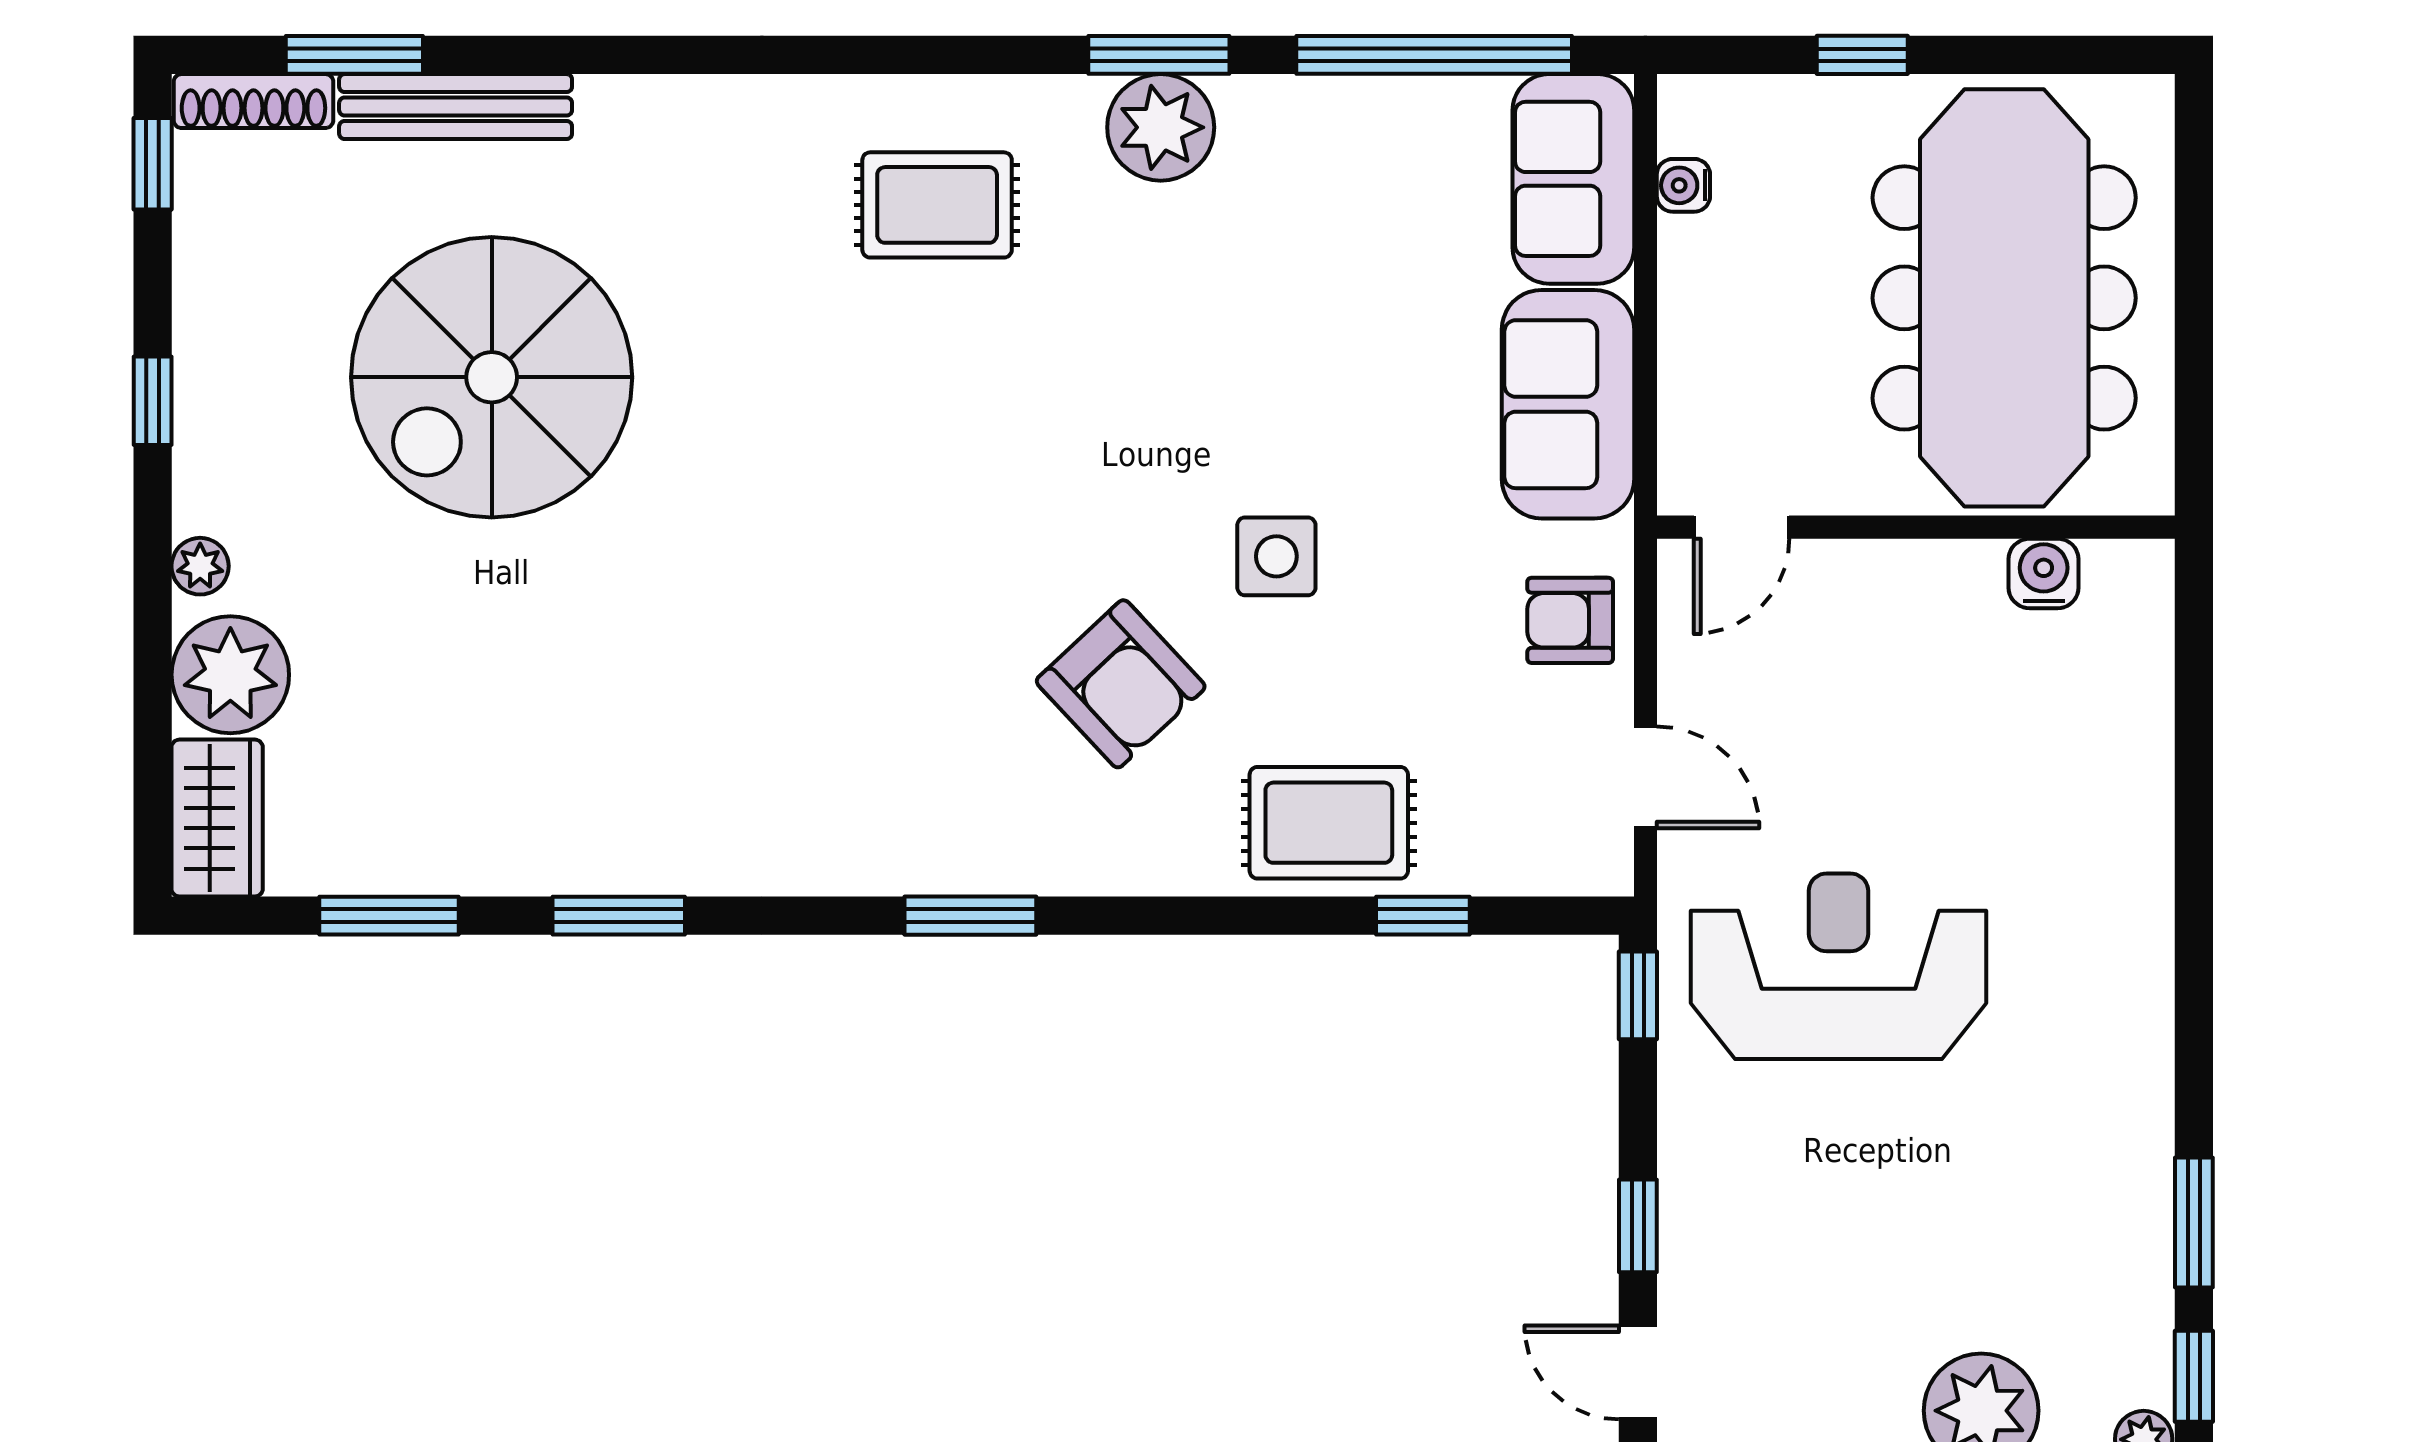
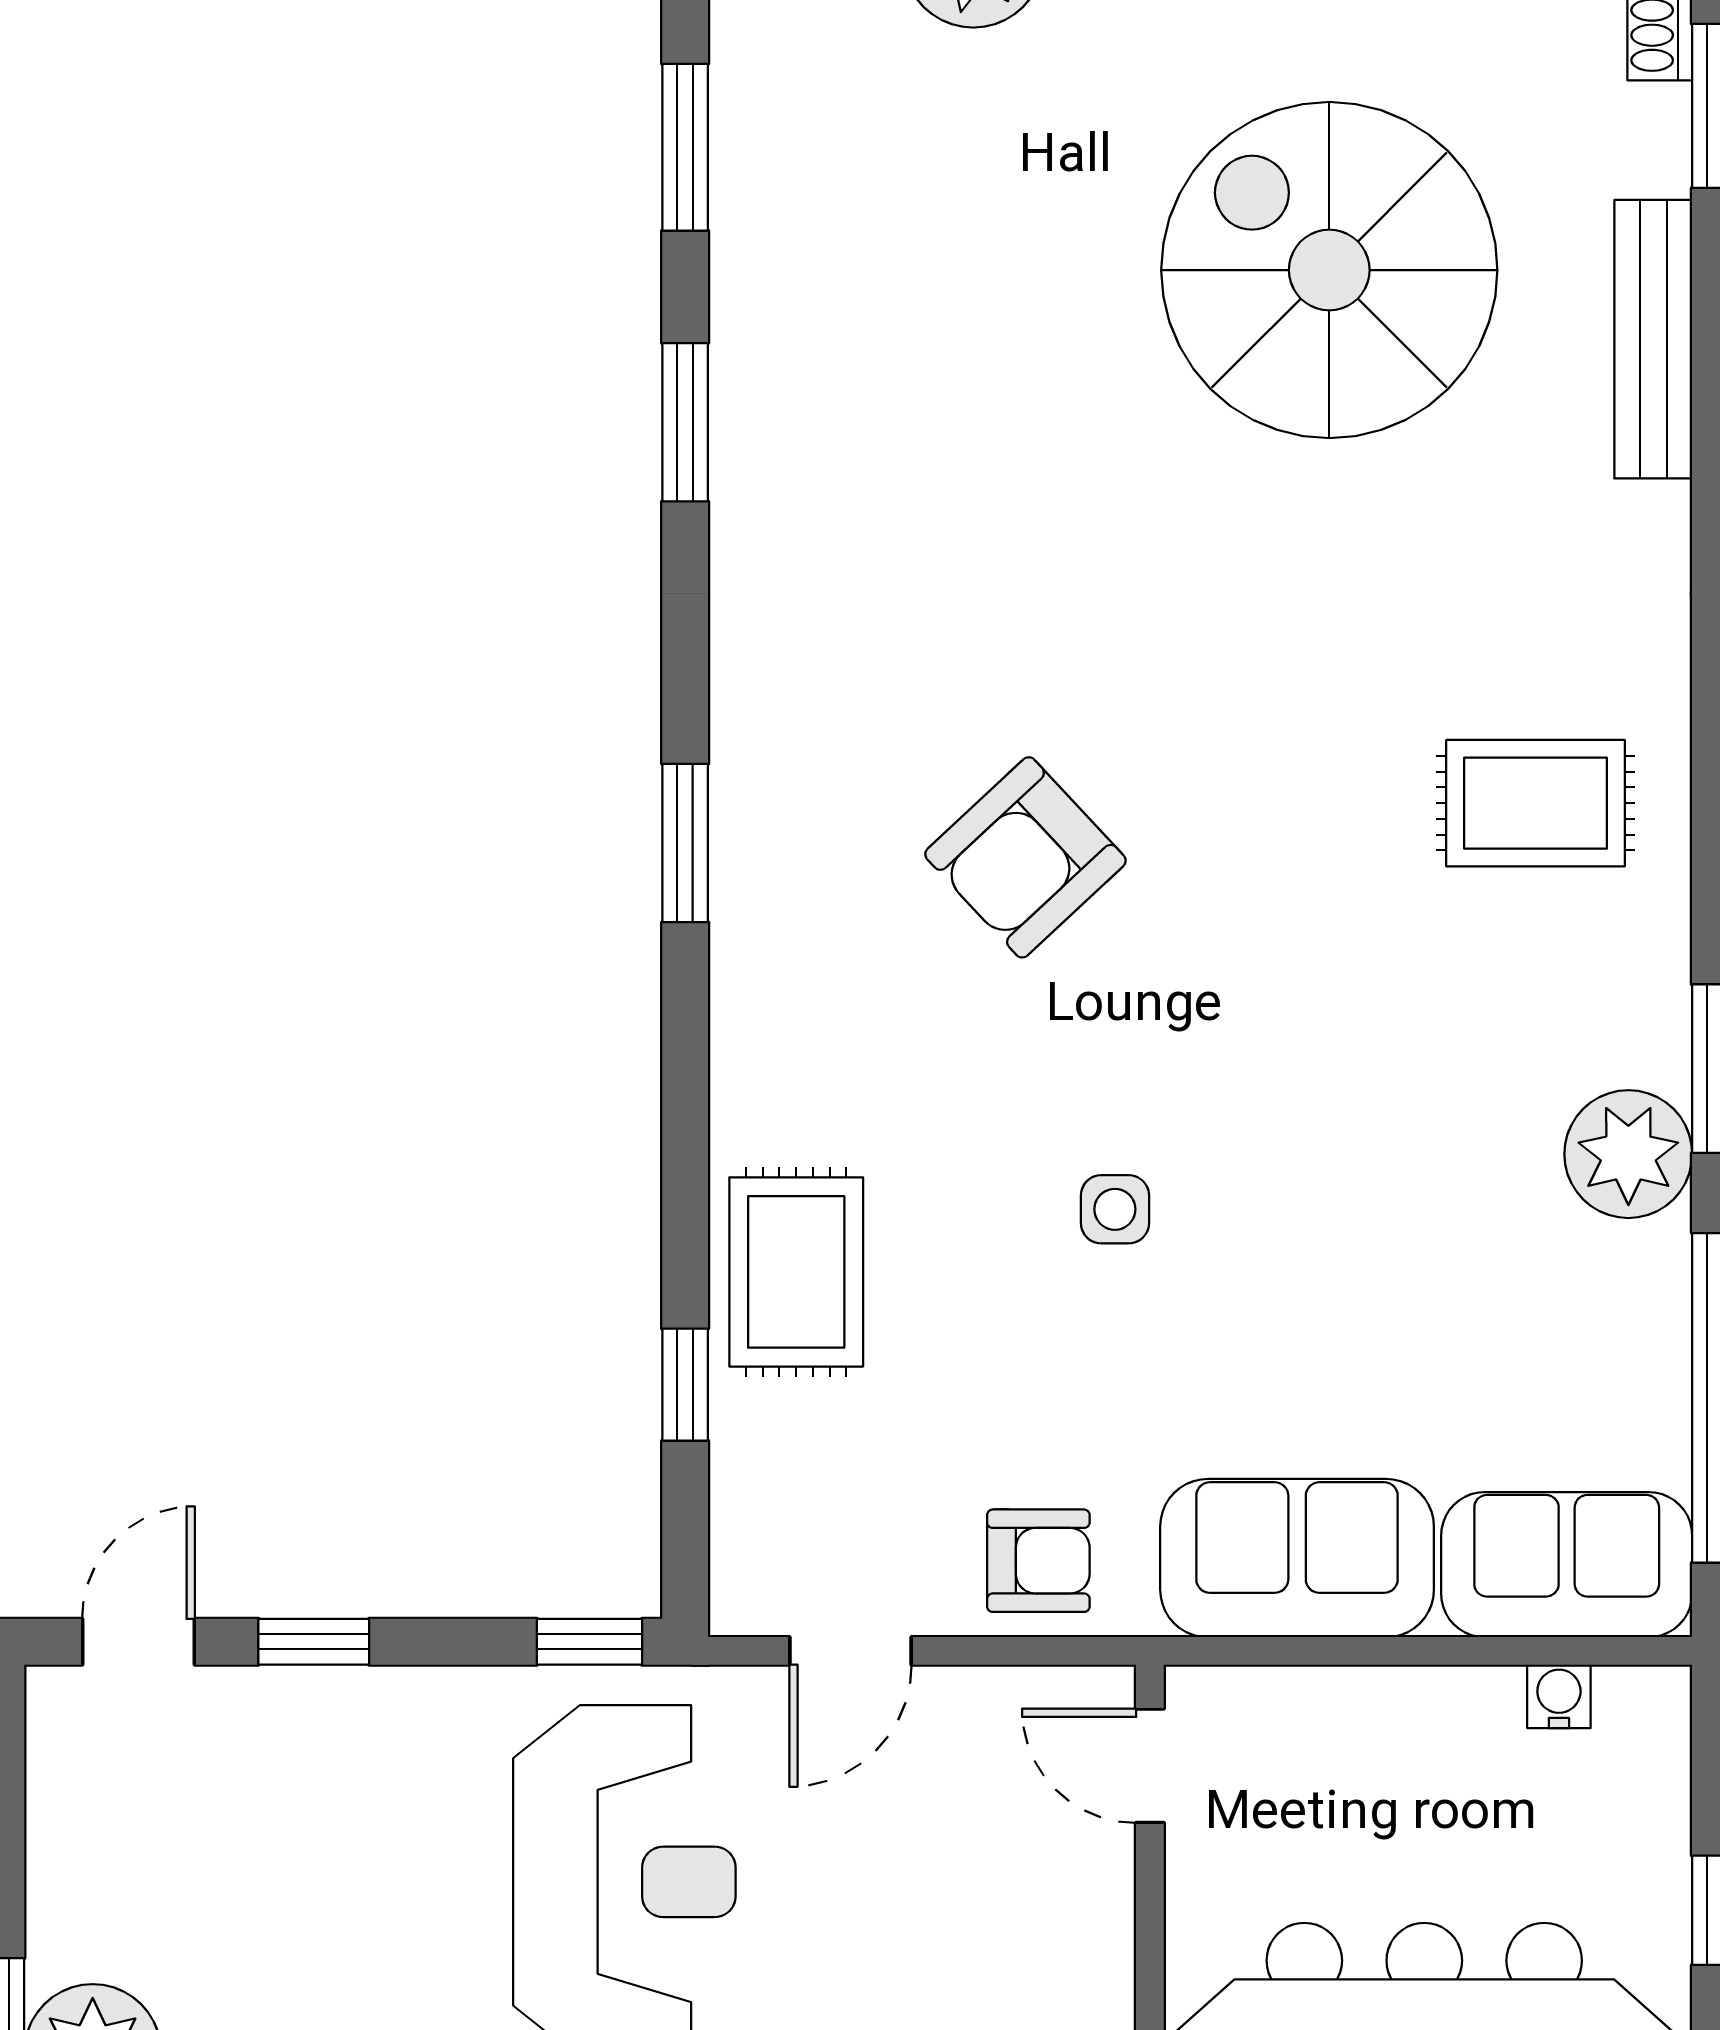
bench: (456, 107) -> (1653, 339), moved
plant: (1161, 127) -> (1628, 1154), moved
rug: (937, 205) -> (1535, 803), turned 90
side table: (1276, 556) -> (1115, 1209), width x0.73, depth x0.73
armchair: (1570, 620) -> (1038, 1561), turned 90
armchair: (1121, 684) -> (1025, 857), moved

